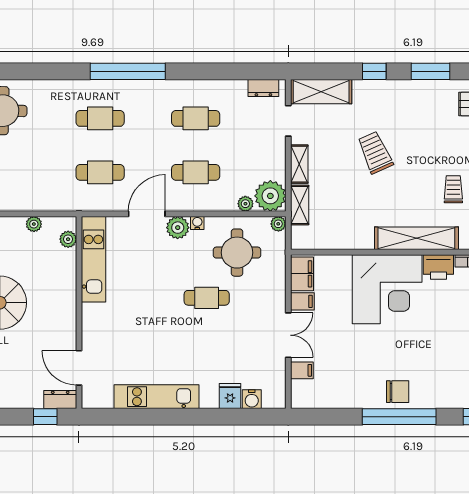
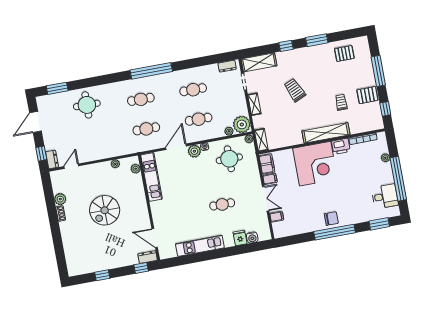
shelving: (300, 205) -> (261, 140), moved
cafe table: (207, 298) -> (222, 204), moved

